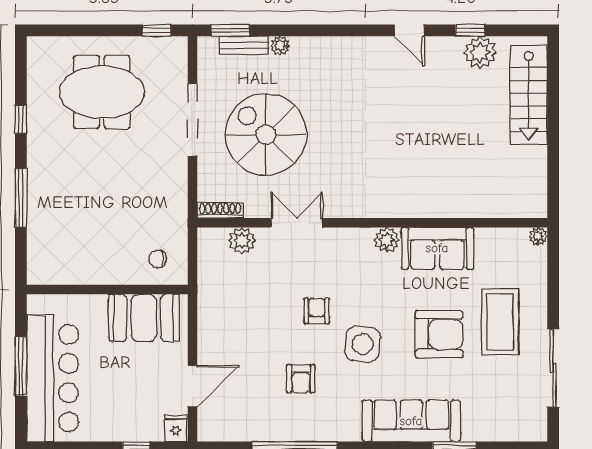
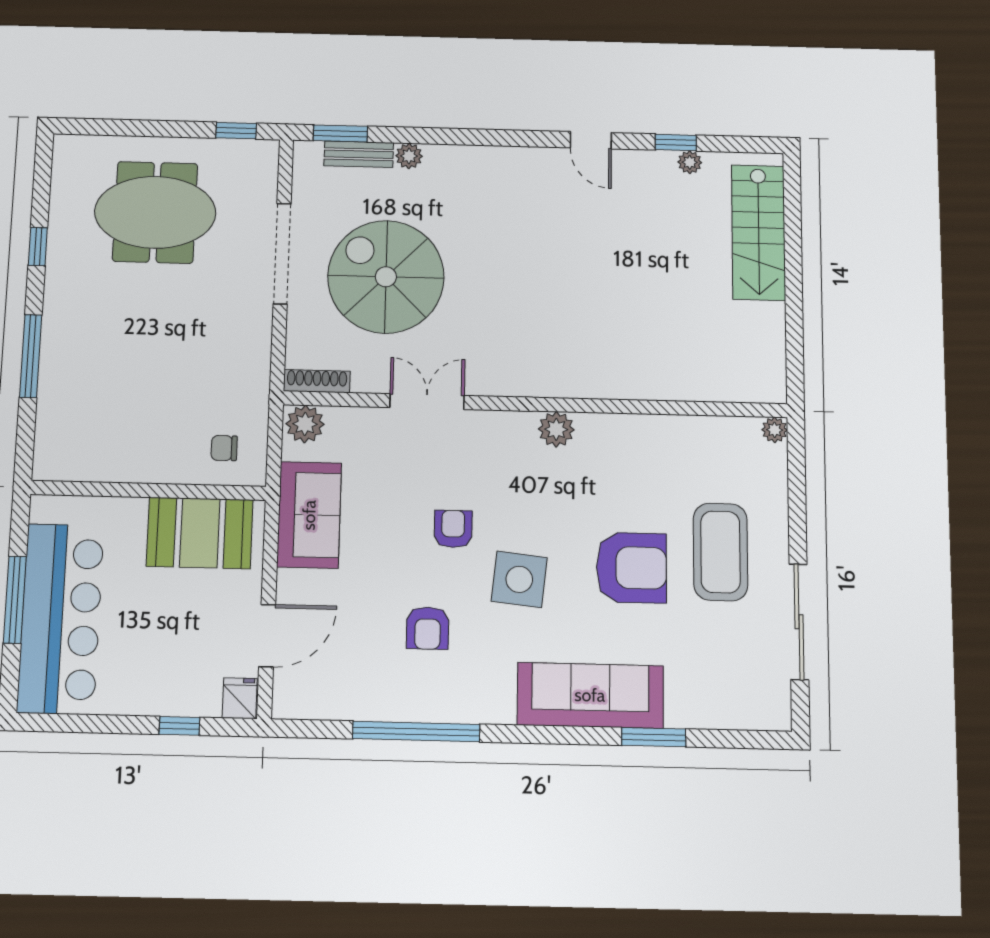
plant: (480, 52) -> (690, 162), width x0.53, depth x0.53
plant: (242, 241) -> (305, 424), moved
sofa: (437, 248) -> (309, 515), moved, turned -90

